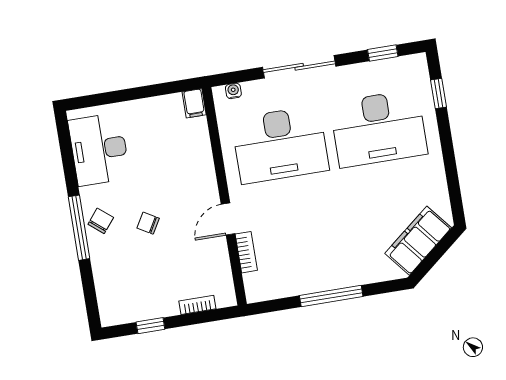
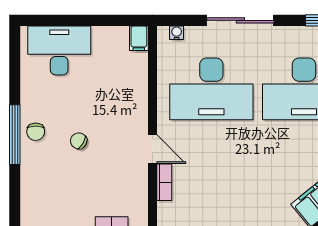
desk: (99, 149) -> (59, 50), moved, turned 90
door: (228, 219) -> (152, 149), swing flipped
chair: (101, 221) -> (36, 132), turned 141

